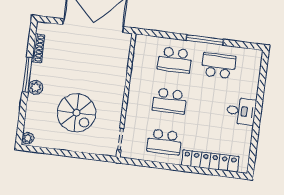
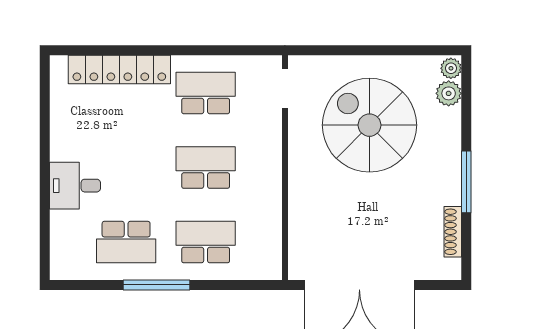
plant: (36, 87) -> (449, 93), moved
desk: (241, 111) -> (75, 186), moved
spiral stairs: (77, 113) -> (369, 125), width x1.37, depth x1.37

